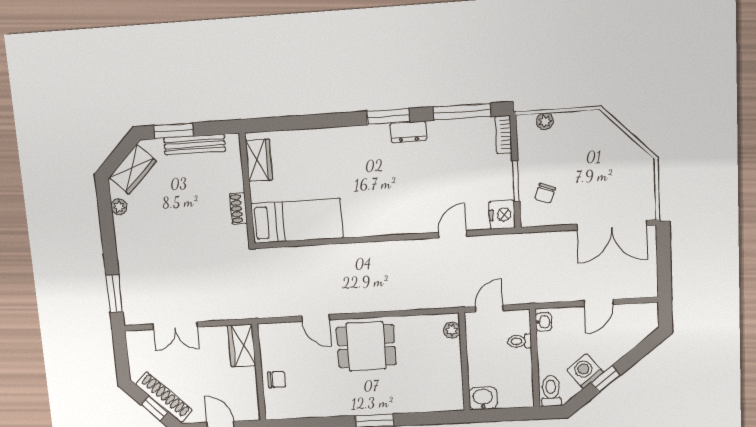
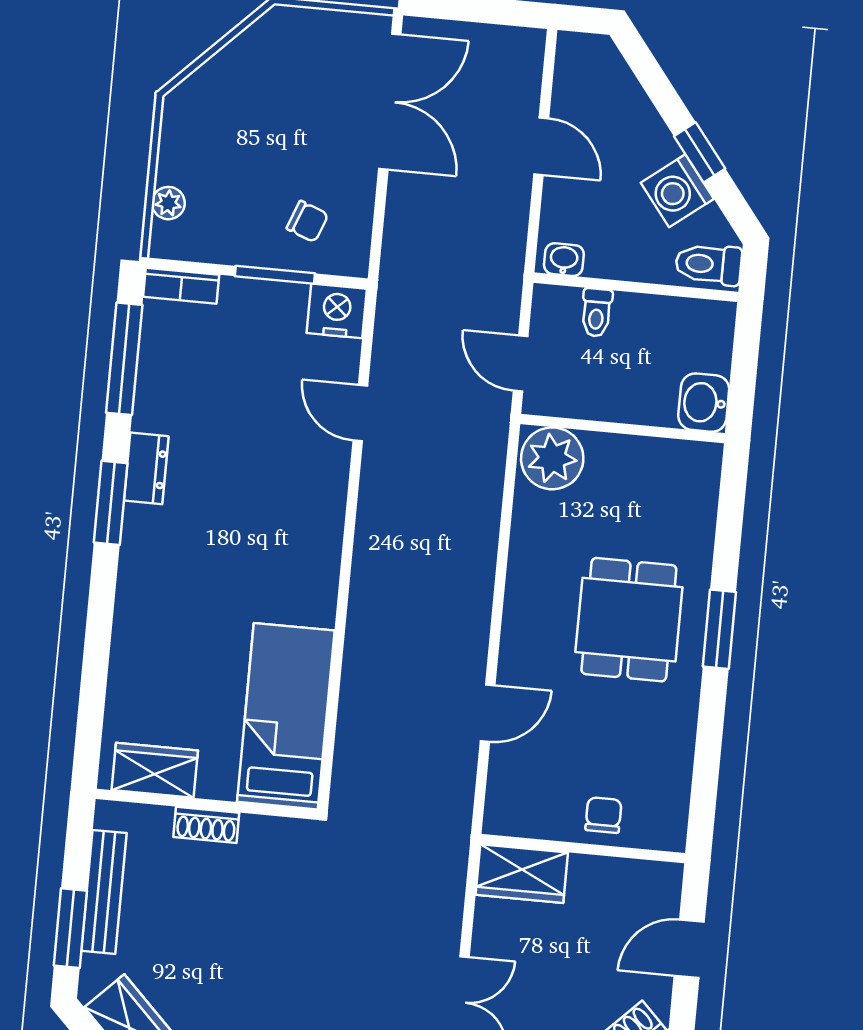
shoe rack: (238, 209) -> (206, 825), moved
plant: (452, 330) -> (552, 458), width x1.88, depth x1.88
dining table: (366, 346) -> (629, 620), moved

